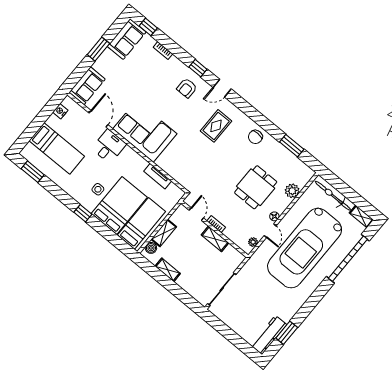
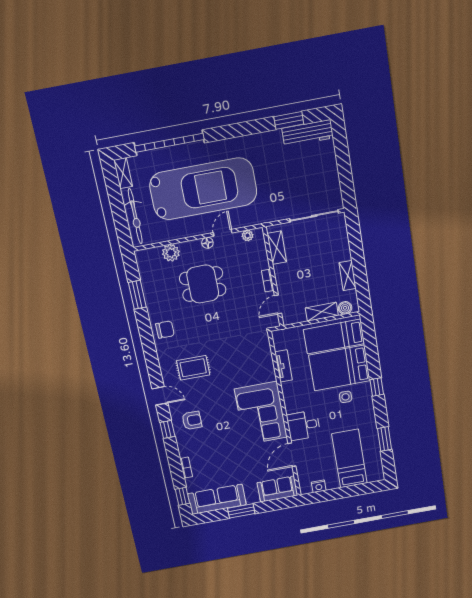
sofa: (127, 39) -> (217, 499), width x1.36
window: (33, 172) -> (385, 439), moved
shelving: (215, 239) -> (277, 248), moved

